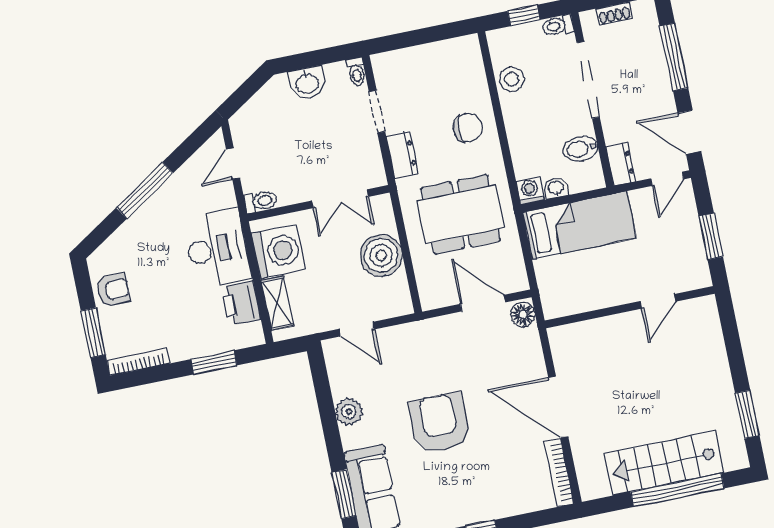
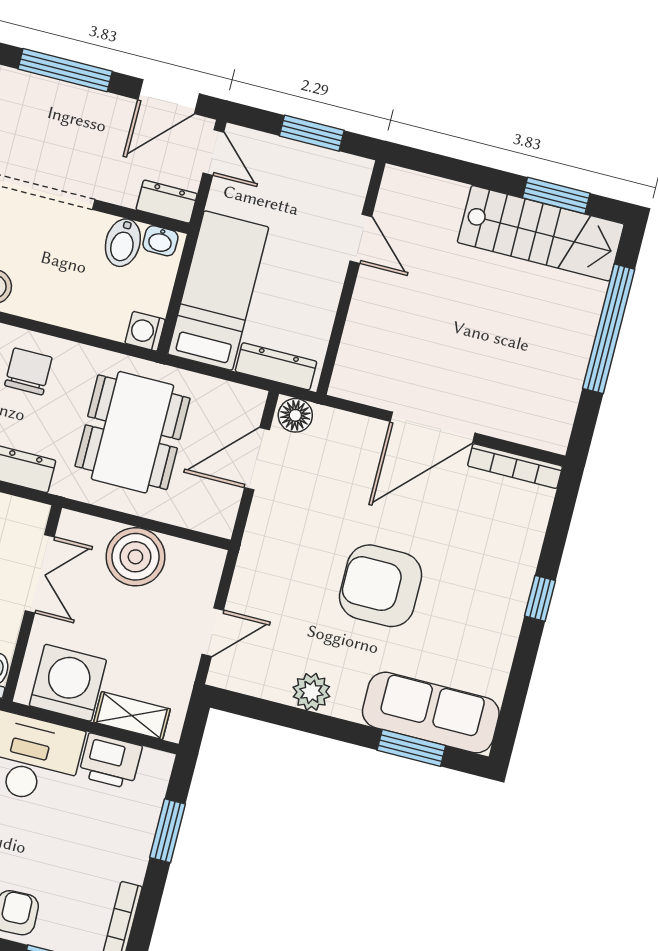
washbasin: (556, 188) -> (160, 241), moved, turned -90
dresser: (549, 287) -> (276, 366), added
stairs: (664, 463) -> (541, 233), moved, turned -90

